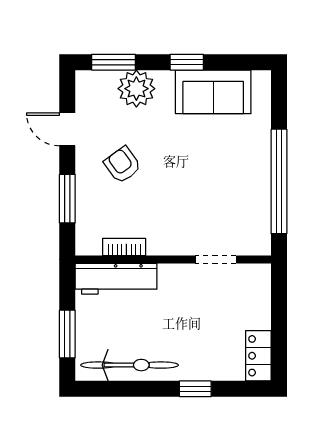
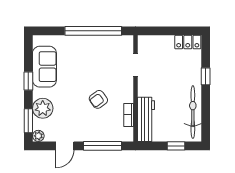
plant: (86, 80) -> (38, 136), added
armchair: (122, 165) -> (98, 99), moved
window: (67, 199) -> (102, 146), width x1.44
window: (67, 334) -> (176, 146), width x0.67

